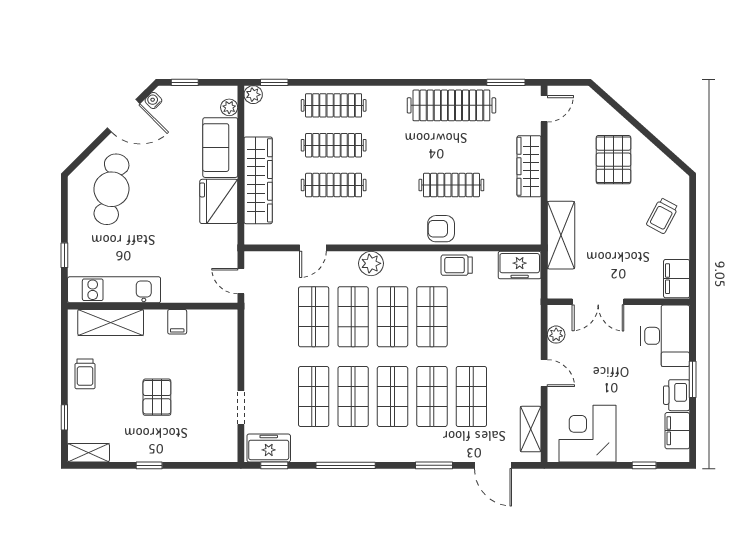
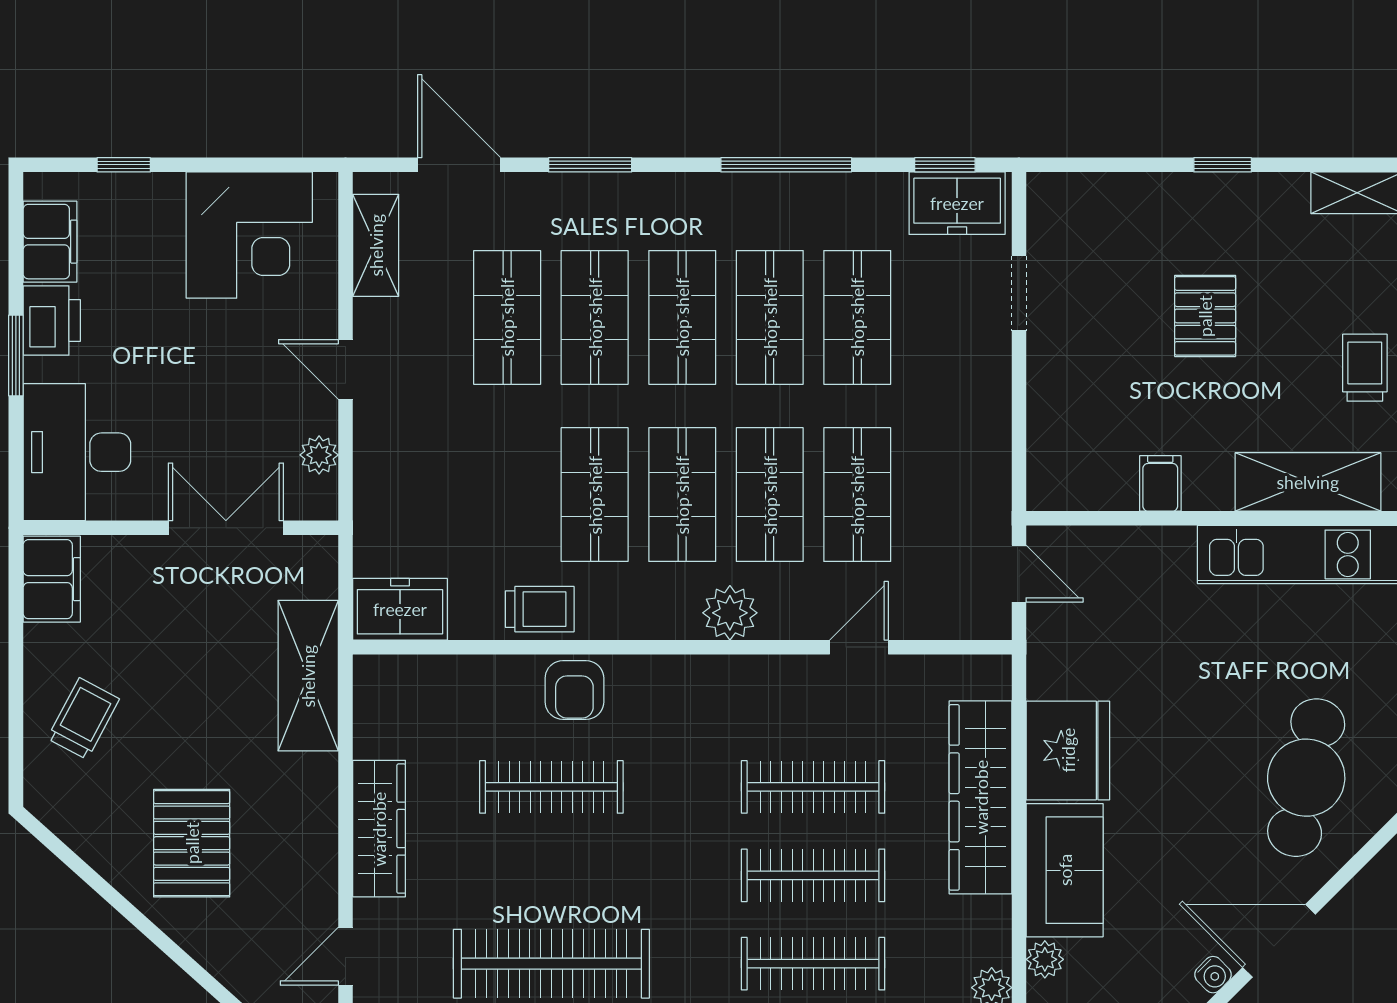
armchair: (441, 229) -> (574, 690), turned 90

